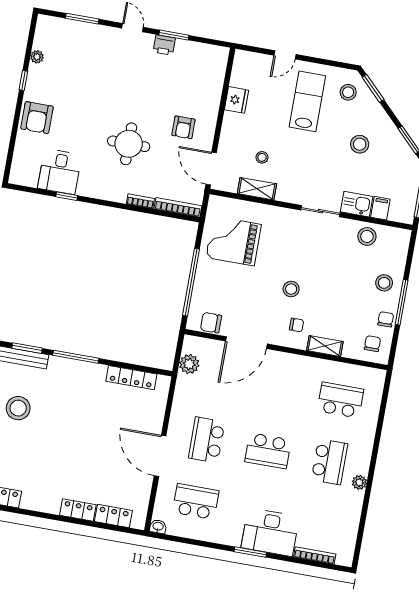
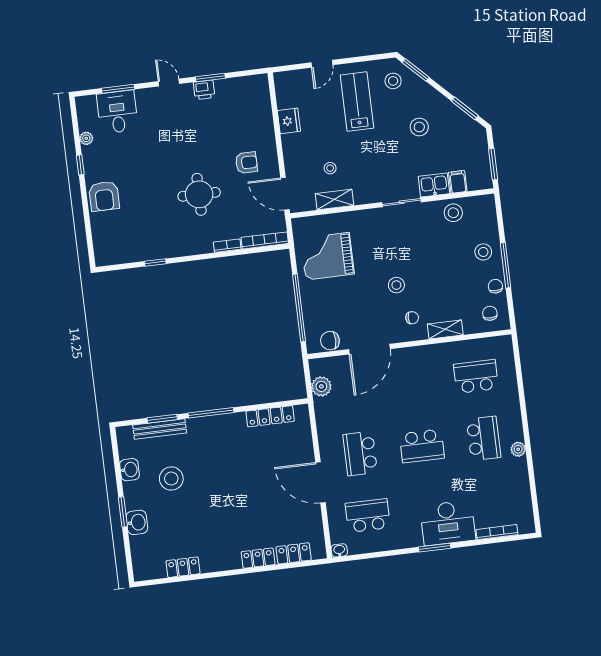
armchair: (183, 127) -> (246, 163), turned -90
desk: (60, 172) -> (117, 112), moved, turned 180

